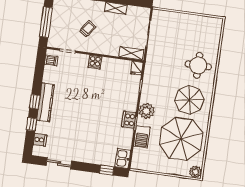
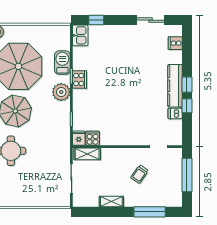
dishwasher: (51, 60) -> (175, 113), moved
cooker: (95, 62) -> (93, 138), moved
window: (32, 124) -> (187, 106), moved

